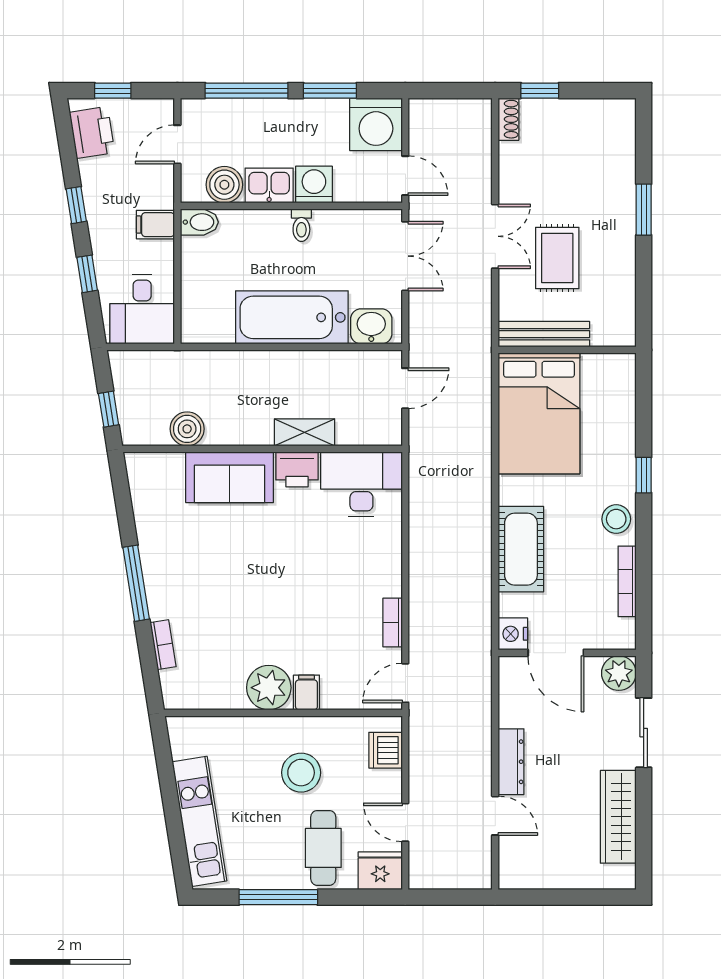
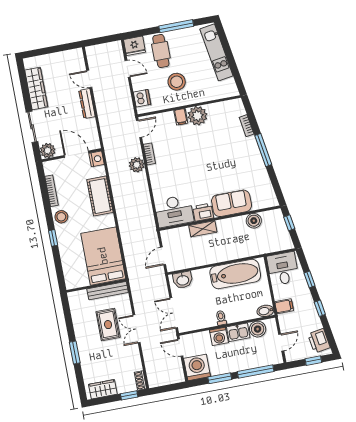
wardrobe: (596, 115) -> (103, 389), added
bathtub: (292, 317) -> (235, 274), moved
plant: (426, 604) -> (137, 165), added

